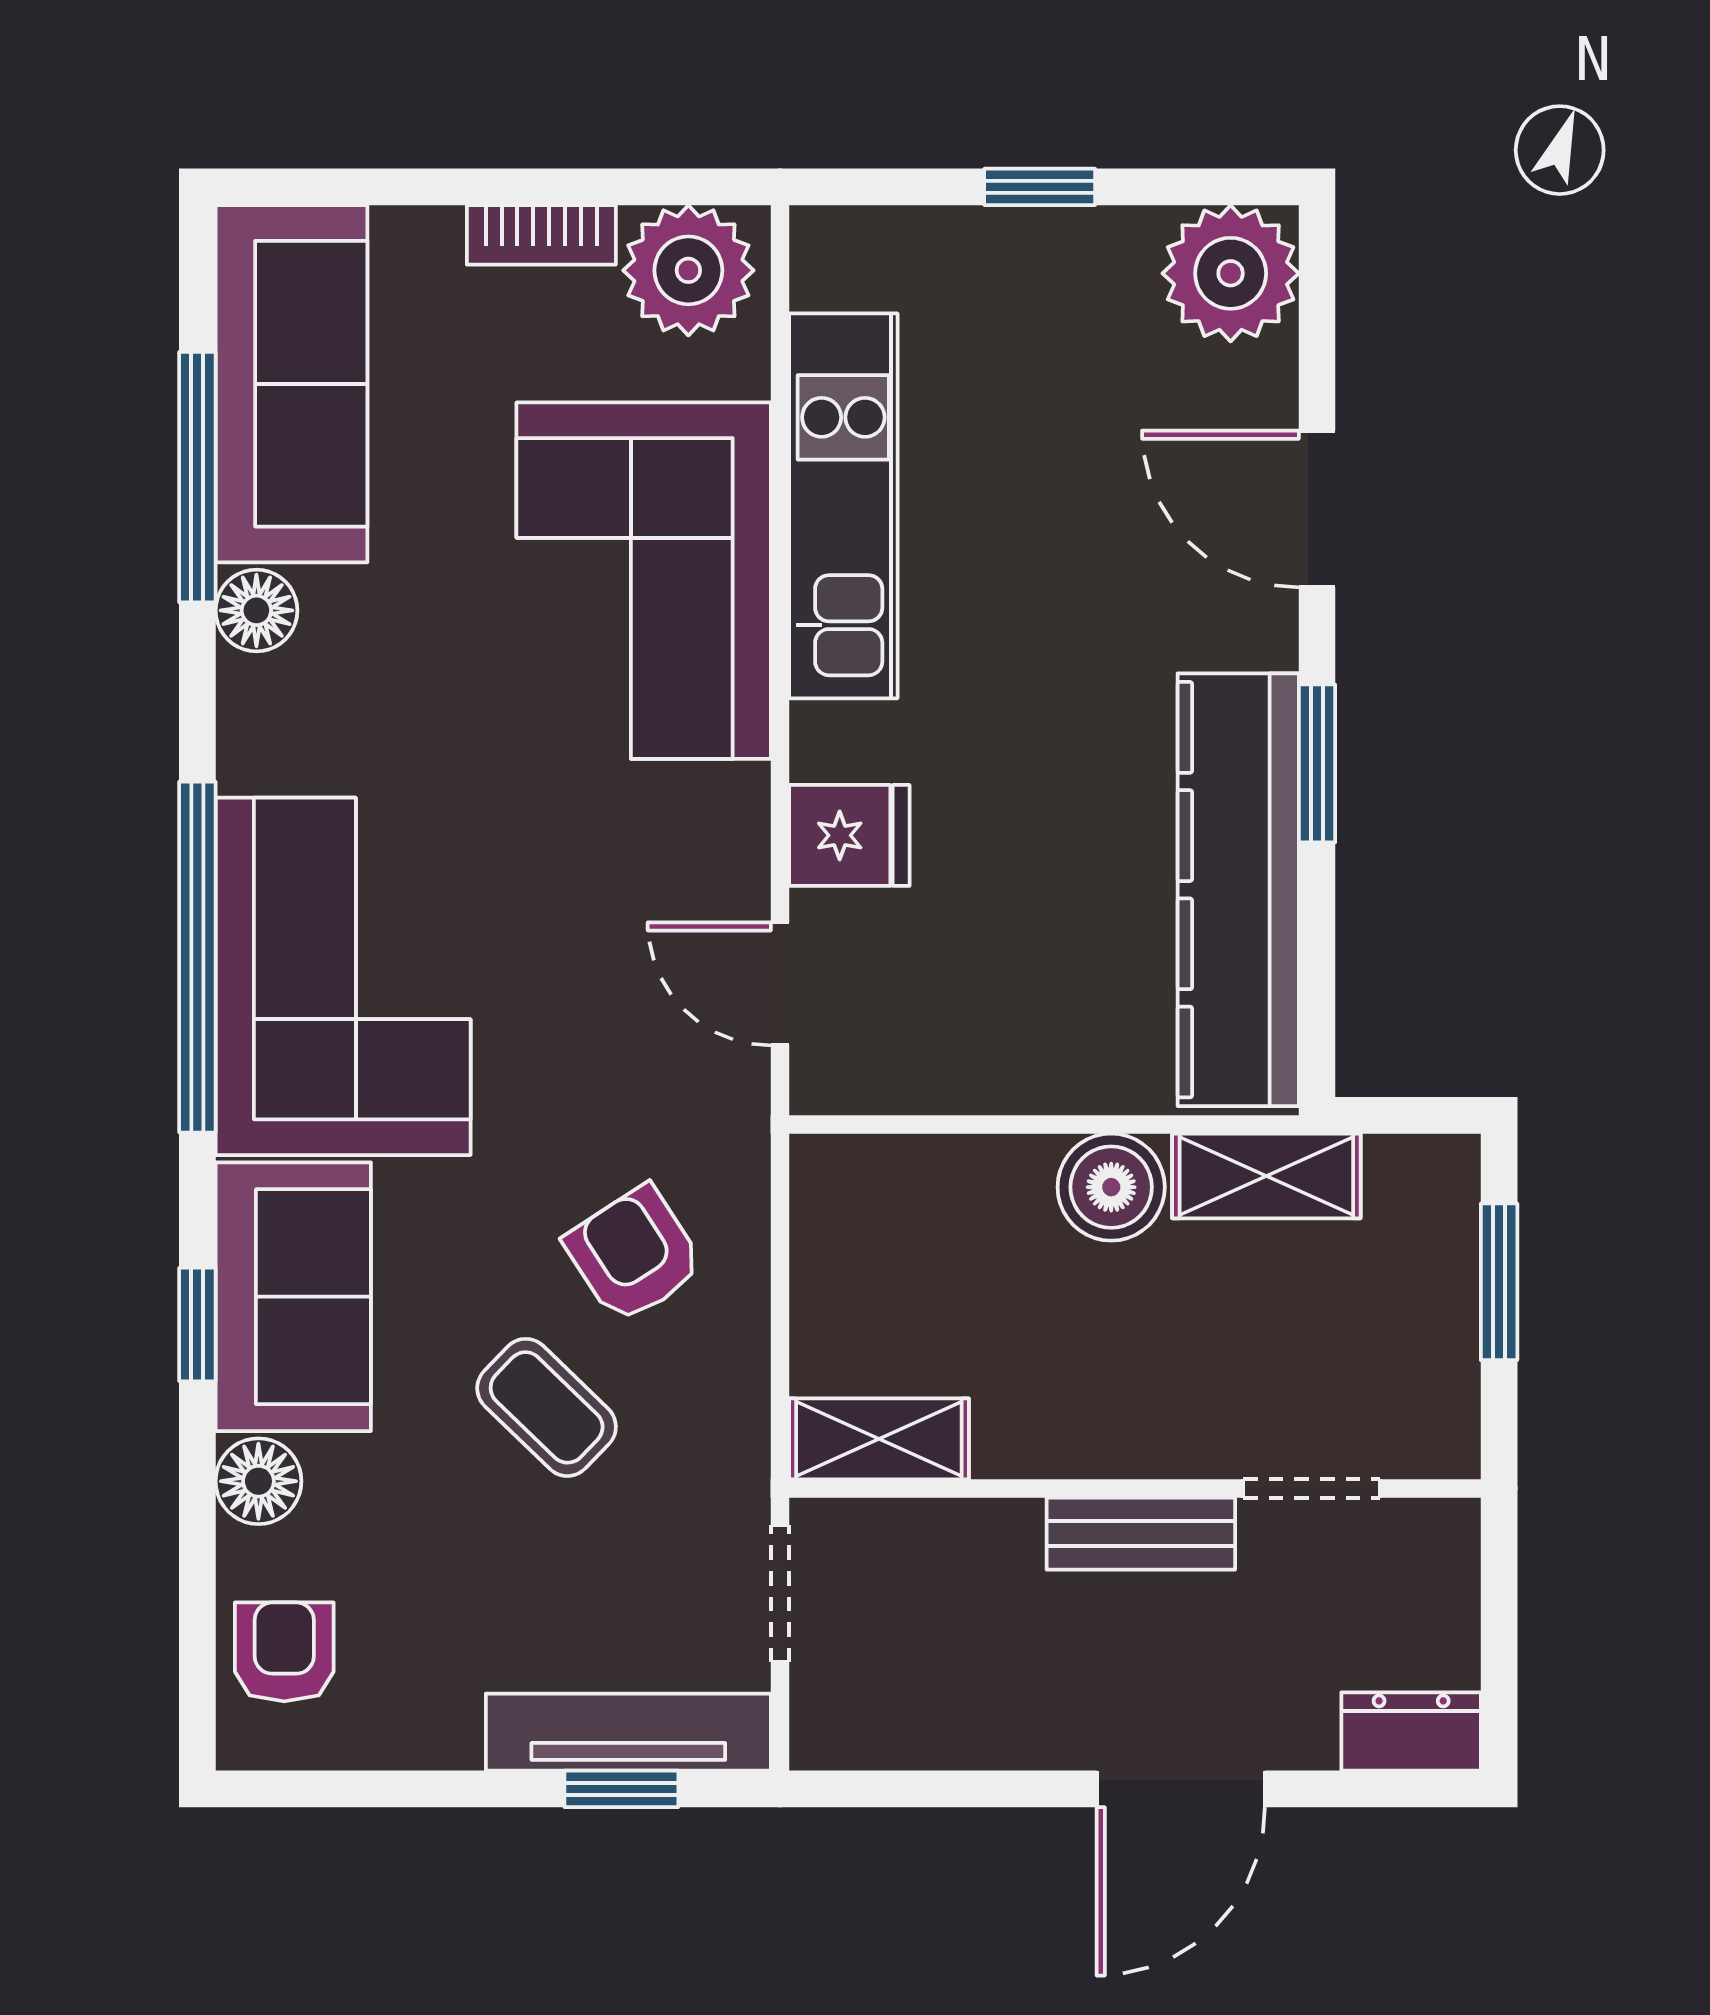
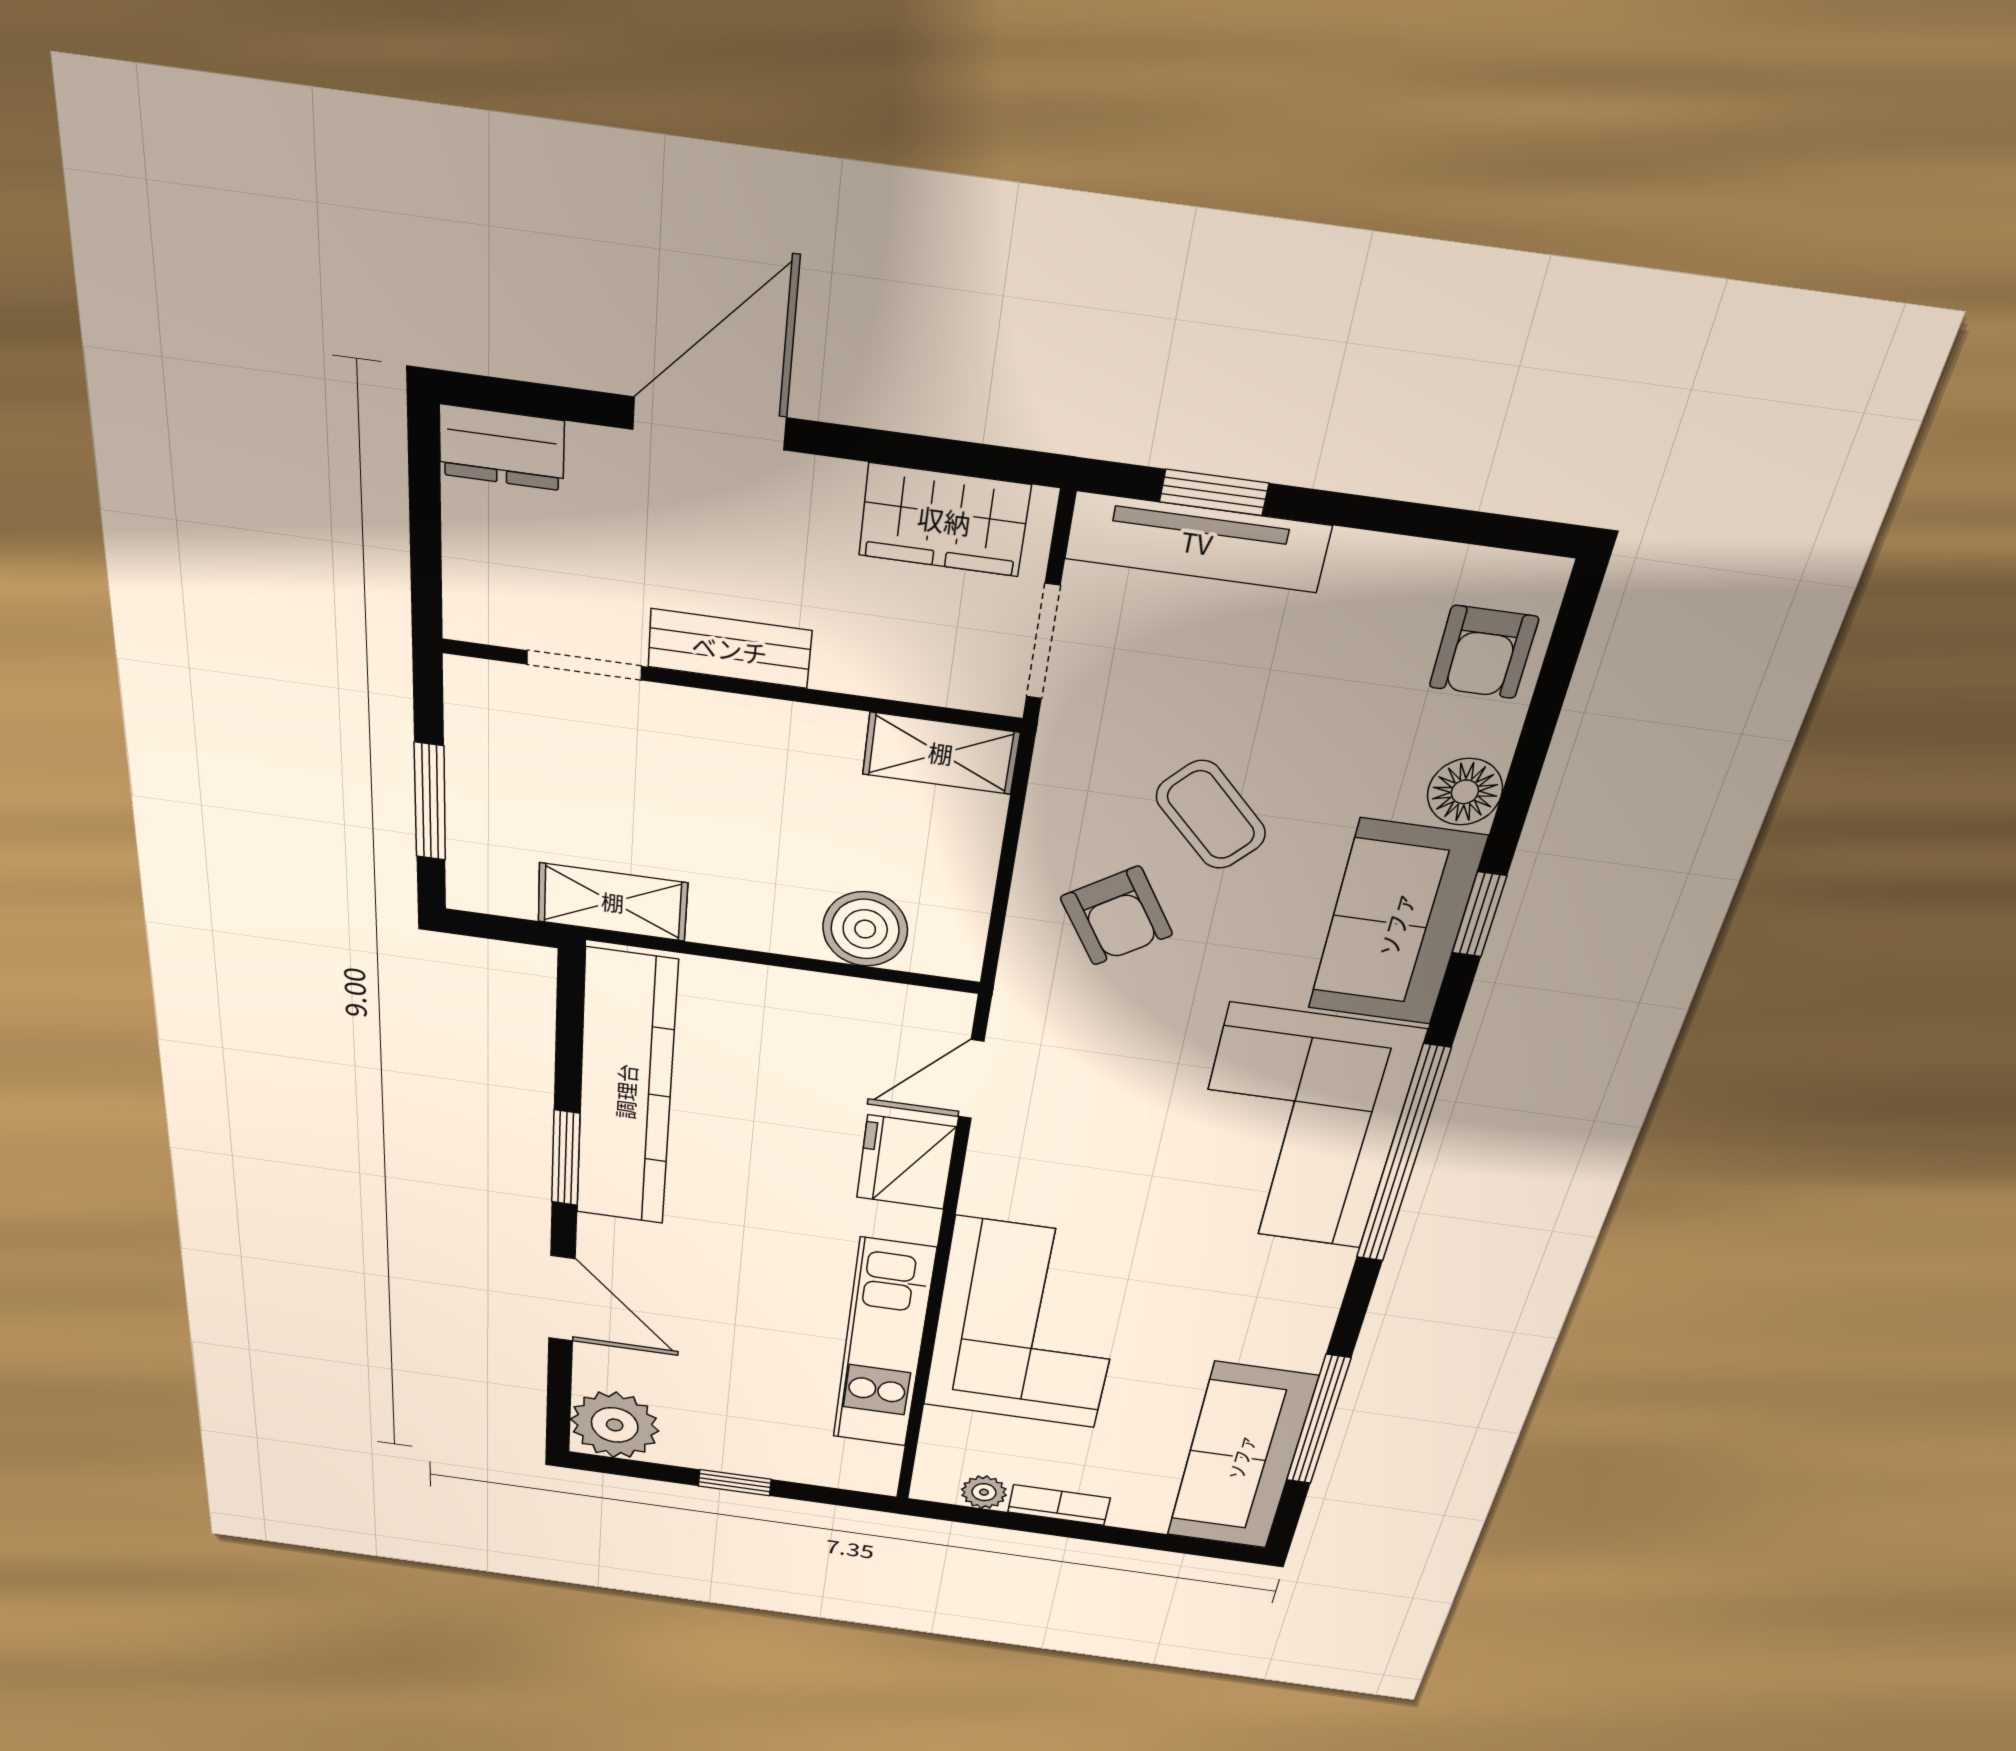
plant: (688, 270) -> (984, 1492), width x0.53, depth x0.53
floor lamp: (256, 610) -> (1299, 1346), removed
fridge: (849, 835) -> (906, 1162), width x1.38
door: (780, 984) -> (971, 1079), swing flipped
boiler: (1111, 1187) -> (865, 929), moved
wardrobe: (911, 1718) -> (944, 520), added

